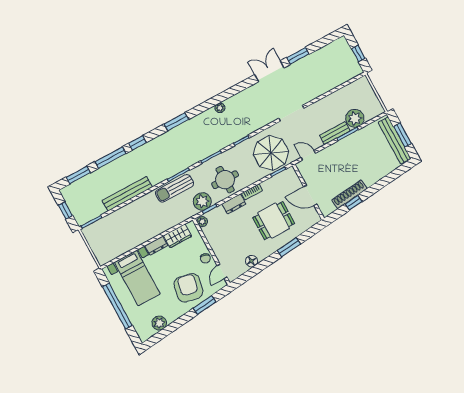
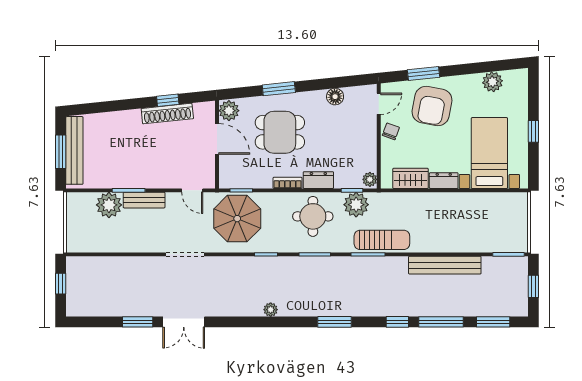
plant: (312, 217) -> (229, 111), added
window: (117, 306) -> (533, 131), width x0.32

